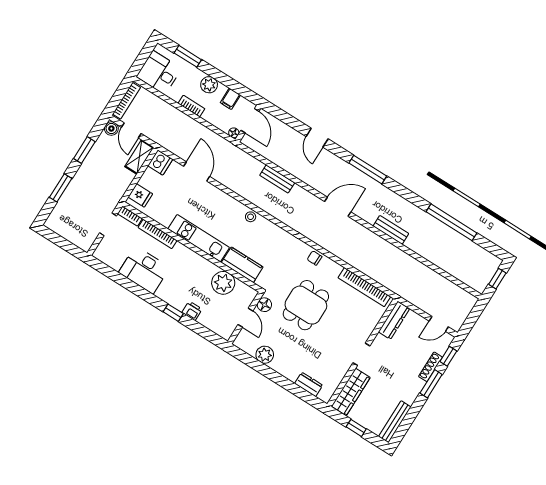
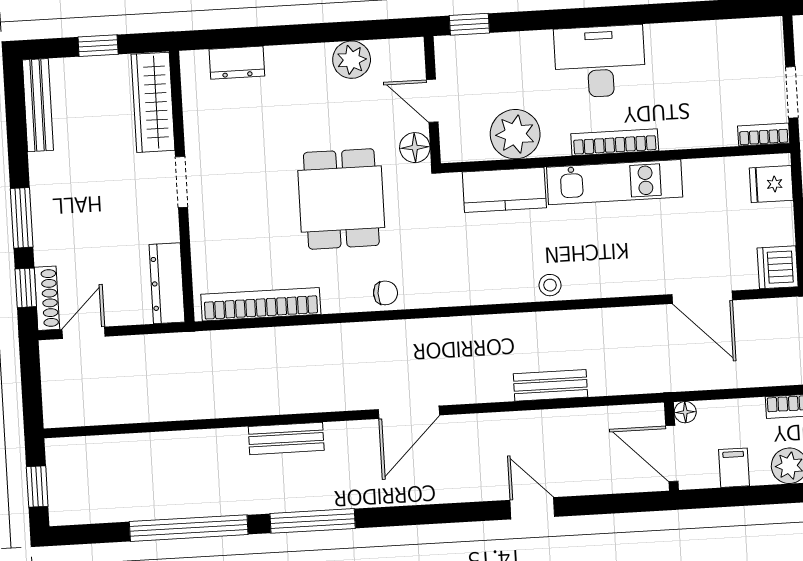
window: (368, 170) -> (313, 521), moved
bookcase: (158, 234) -> (615, 142), moved
desk: (144, 270) -> (600, 62), moved
printer: (192, 311) -> (535, 46), removed
window: (173, 313) -> (469, 24), moved
shoe rack: (431, 367) -> (47, 298), moved

